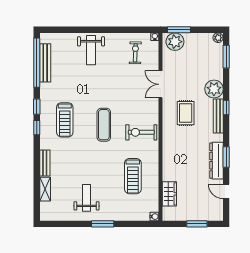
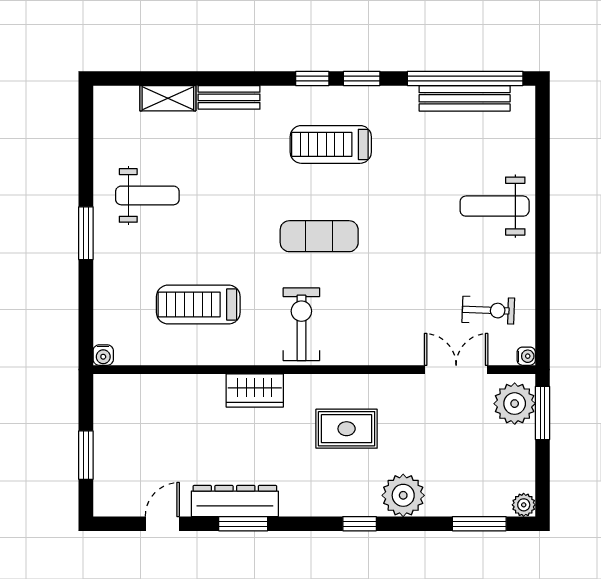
double door: (161, 84) -> (456, 370), moved
bench: (218, 116) -> (339, 505), removed
wardrobe: (169, 194) -> (255, 390), moved

